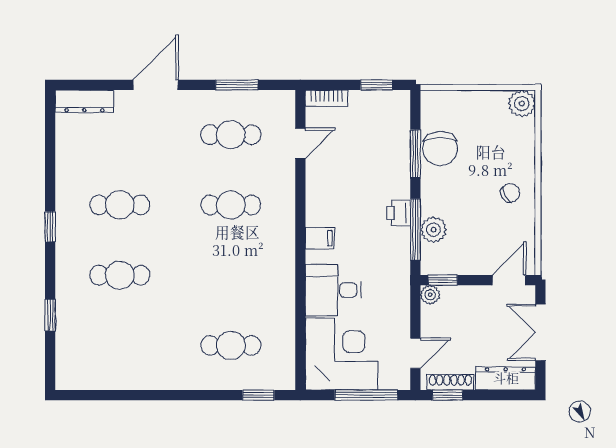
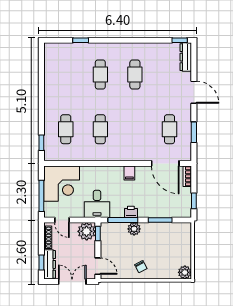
door: (300, 143) -> (165, 163), width x1.87
chair: (440, 148) -> (163, 232), removed
cafe table: (231, 205) -> (100, 129), moved
window: (50, 227) -> (180, 40), moved
plant: (433, 230) -> (134, 229), moved
filing cabinet: (320, 238) -> (129, 173), moved
desk: (333, 290) -> (97, 204), moved, turned 180
plant: (430, 295) -> (87, 231), width x1.88, depth x1.88
window: (448, 395) -> (41, 263), moved

